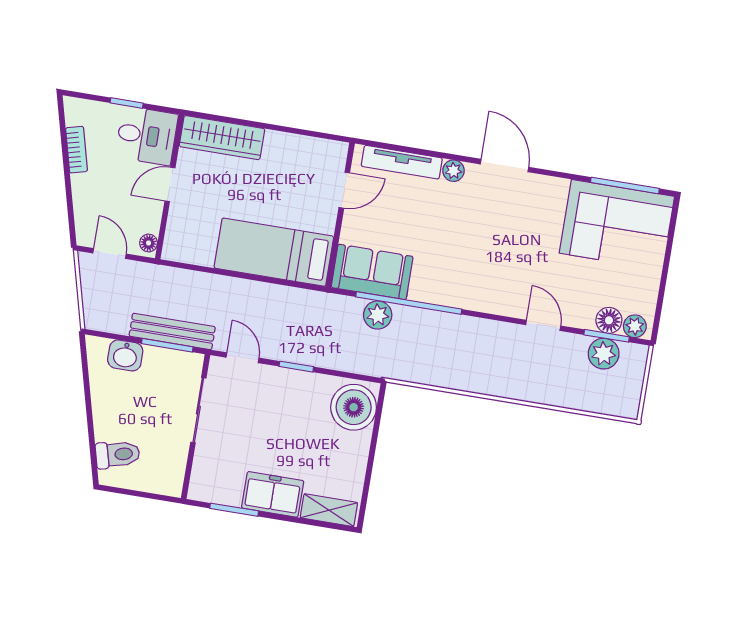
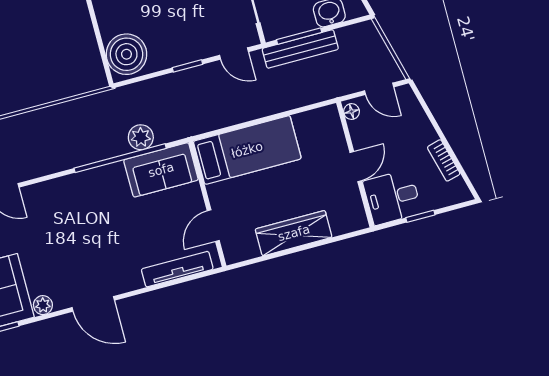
wardrobe: (222, 138) -> (294, 233), moved
plant: (453, 171) -> (43, 305), moved

